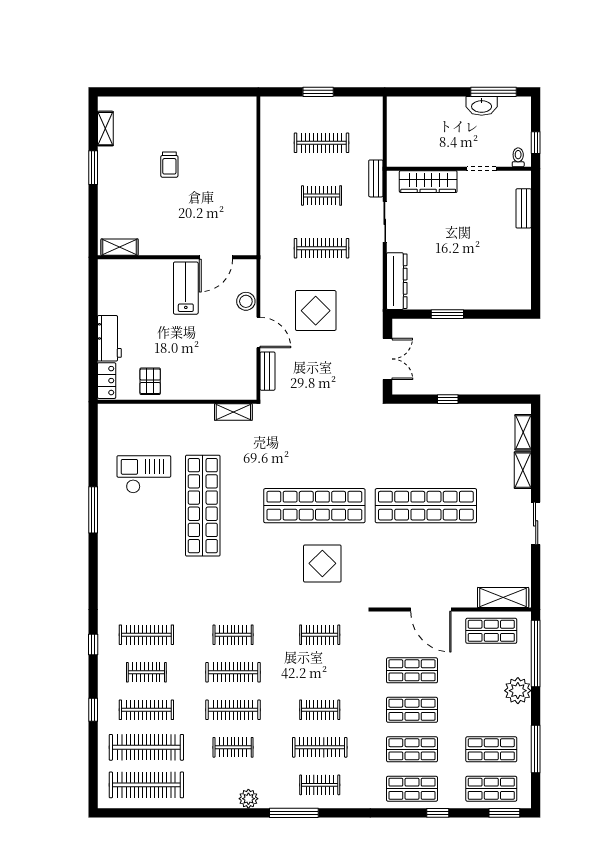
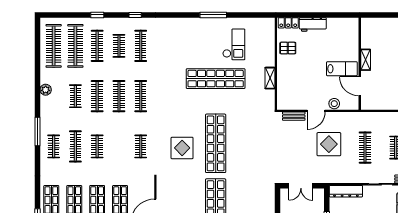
shelving: (120, 247) -> (366, 60), moved
shelving: (233, 412) -> (270, 78), moved
clothes rail: (233, 635) -> (141, 96), width x1.36
plant: (248, 799) -> (46, 90), moved

